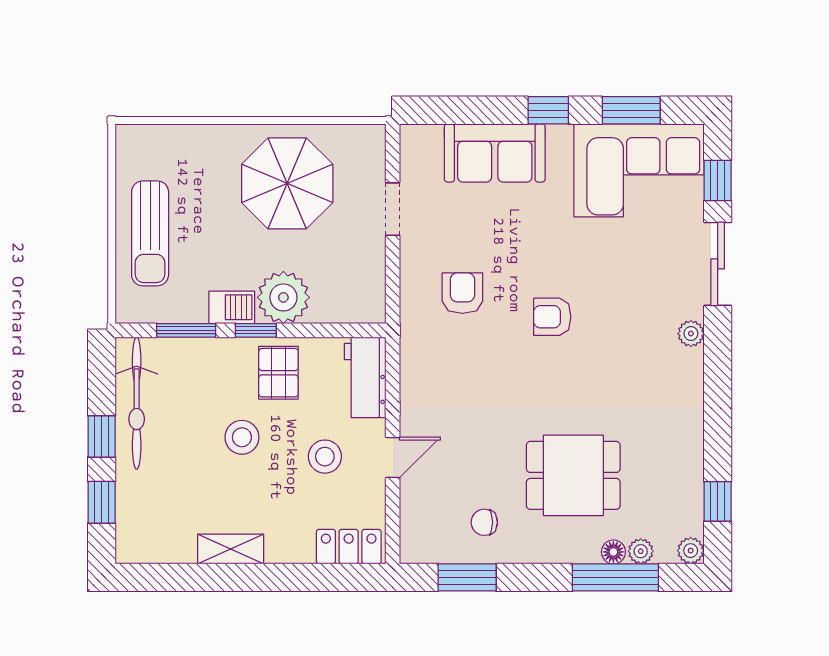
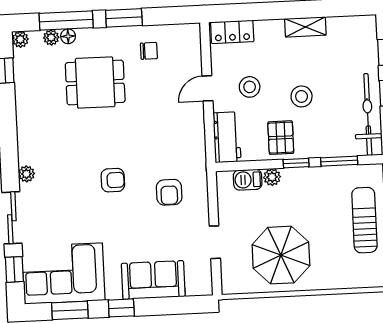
plant: (283, 297) -> (272, 177), width x0.53, depth x0.53
barbecue: (232, 307) -> (248, 180), moved
window: (467, 577) -> (124, 18), moved

